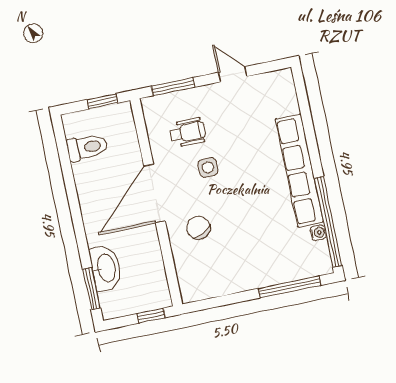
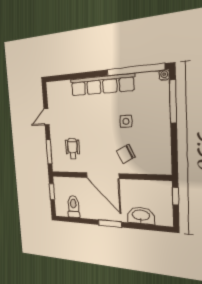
side table: (208, 167) -> (126, 121), moved
water cooler: (318, 233) -> (164, 75), moved
window: (92, 289) -> (110, 223), moved

